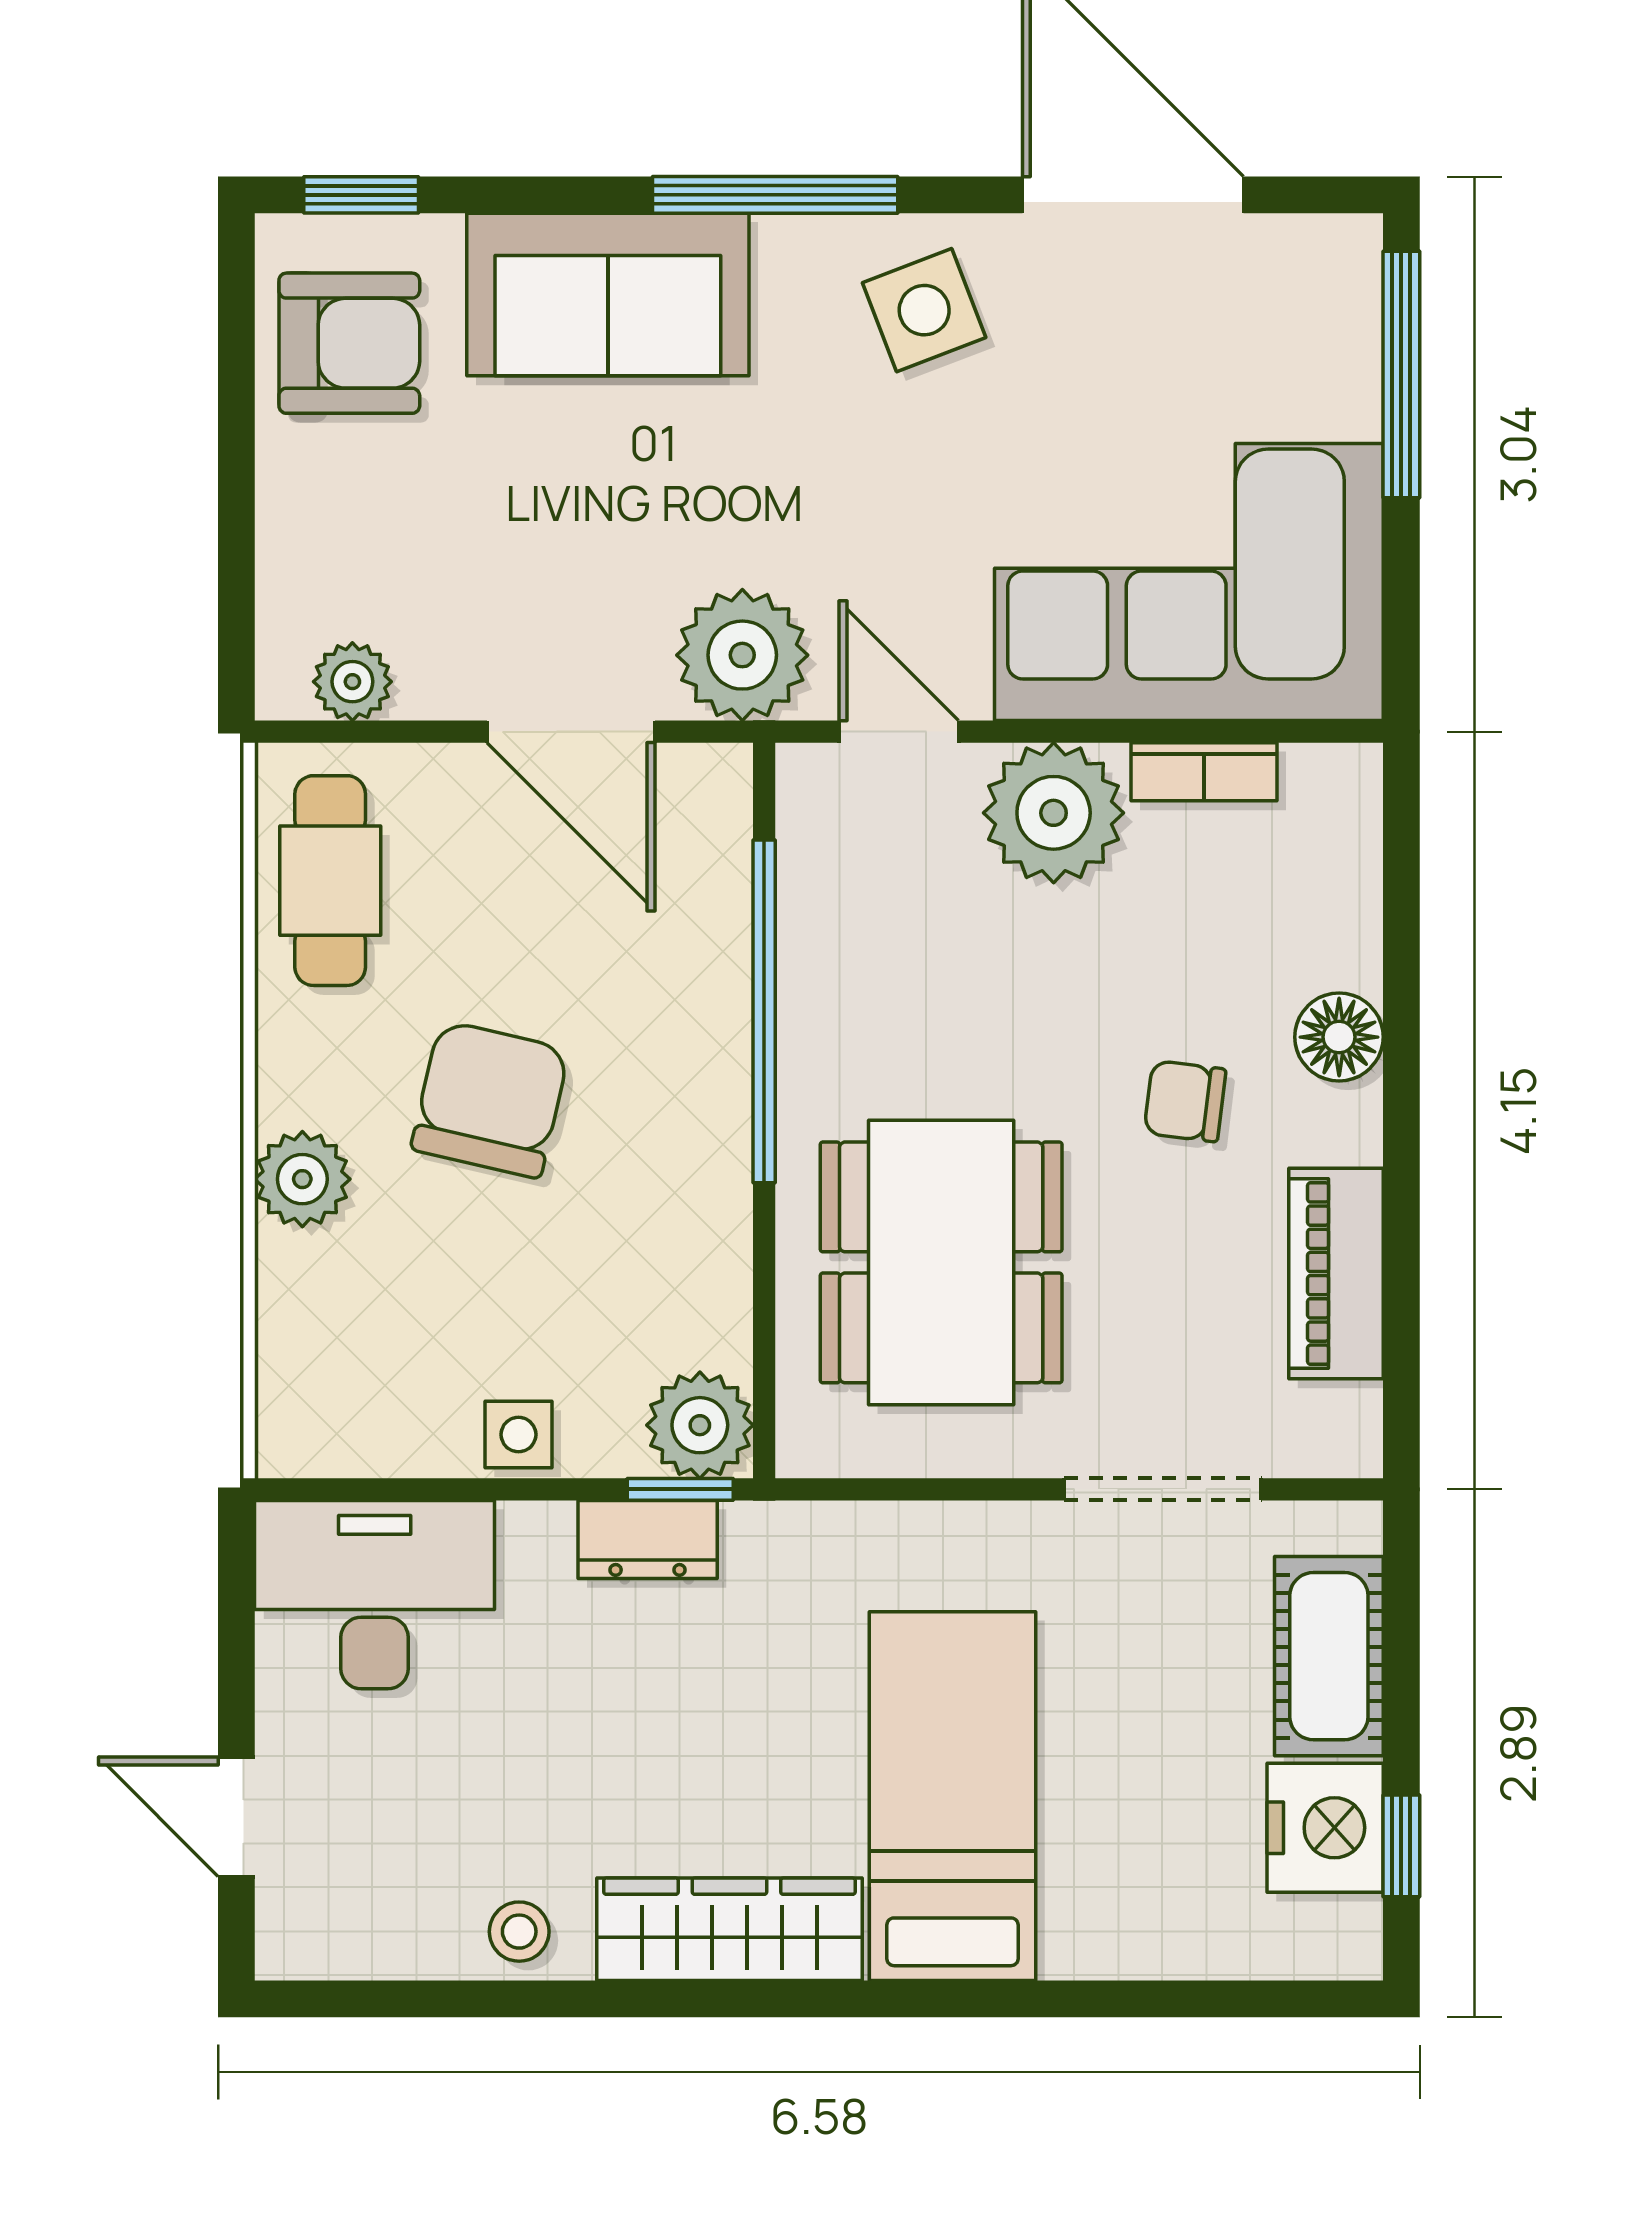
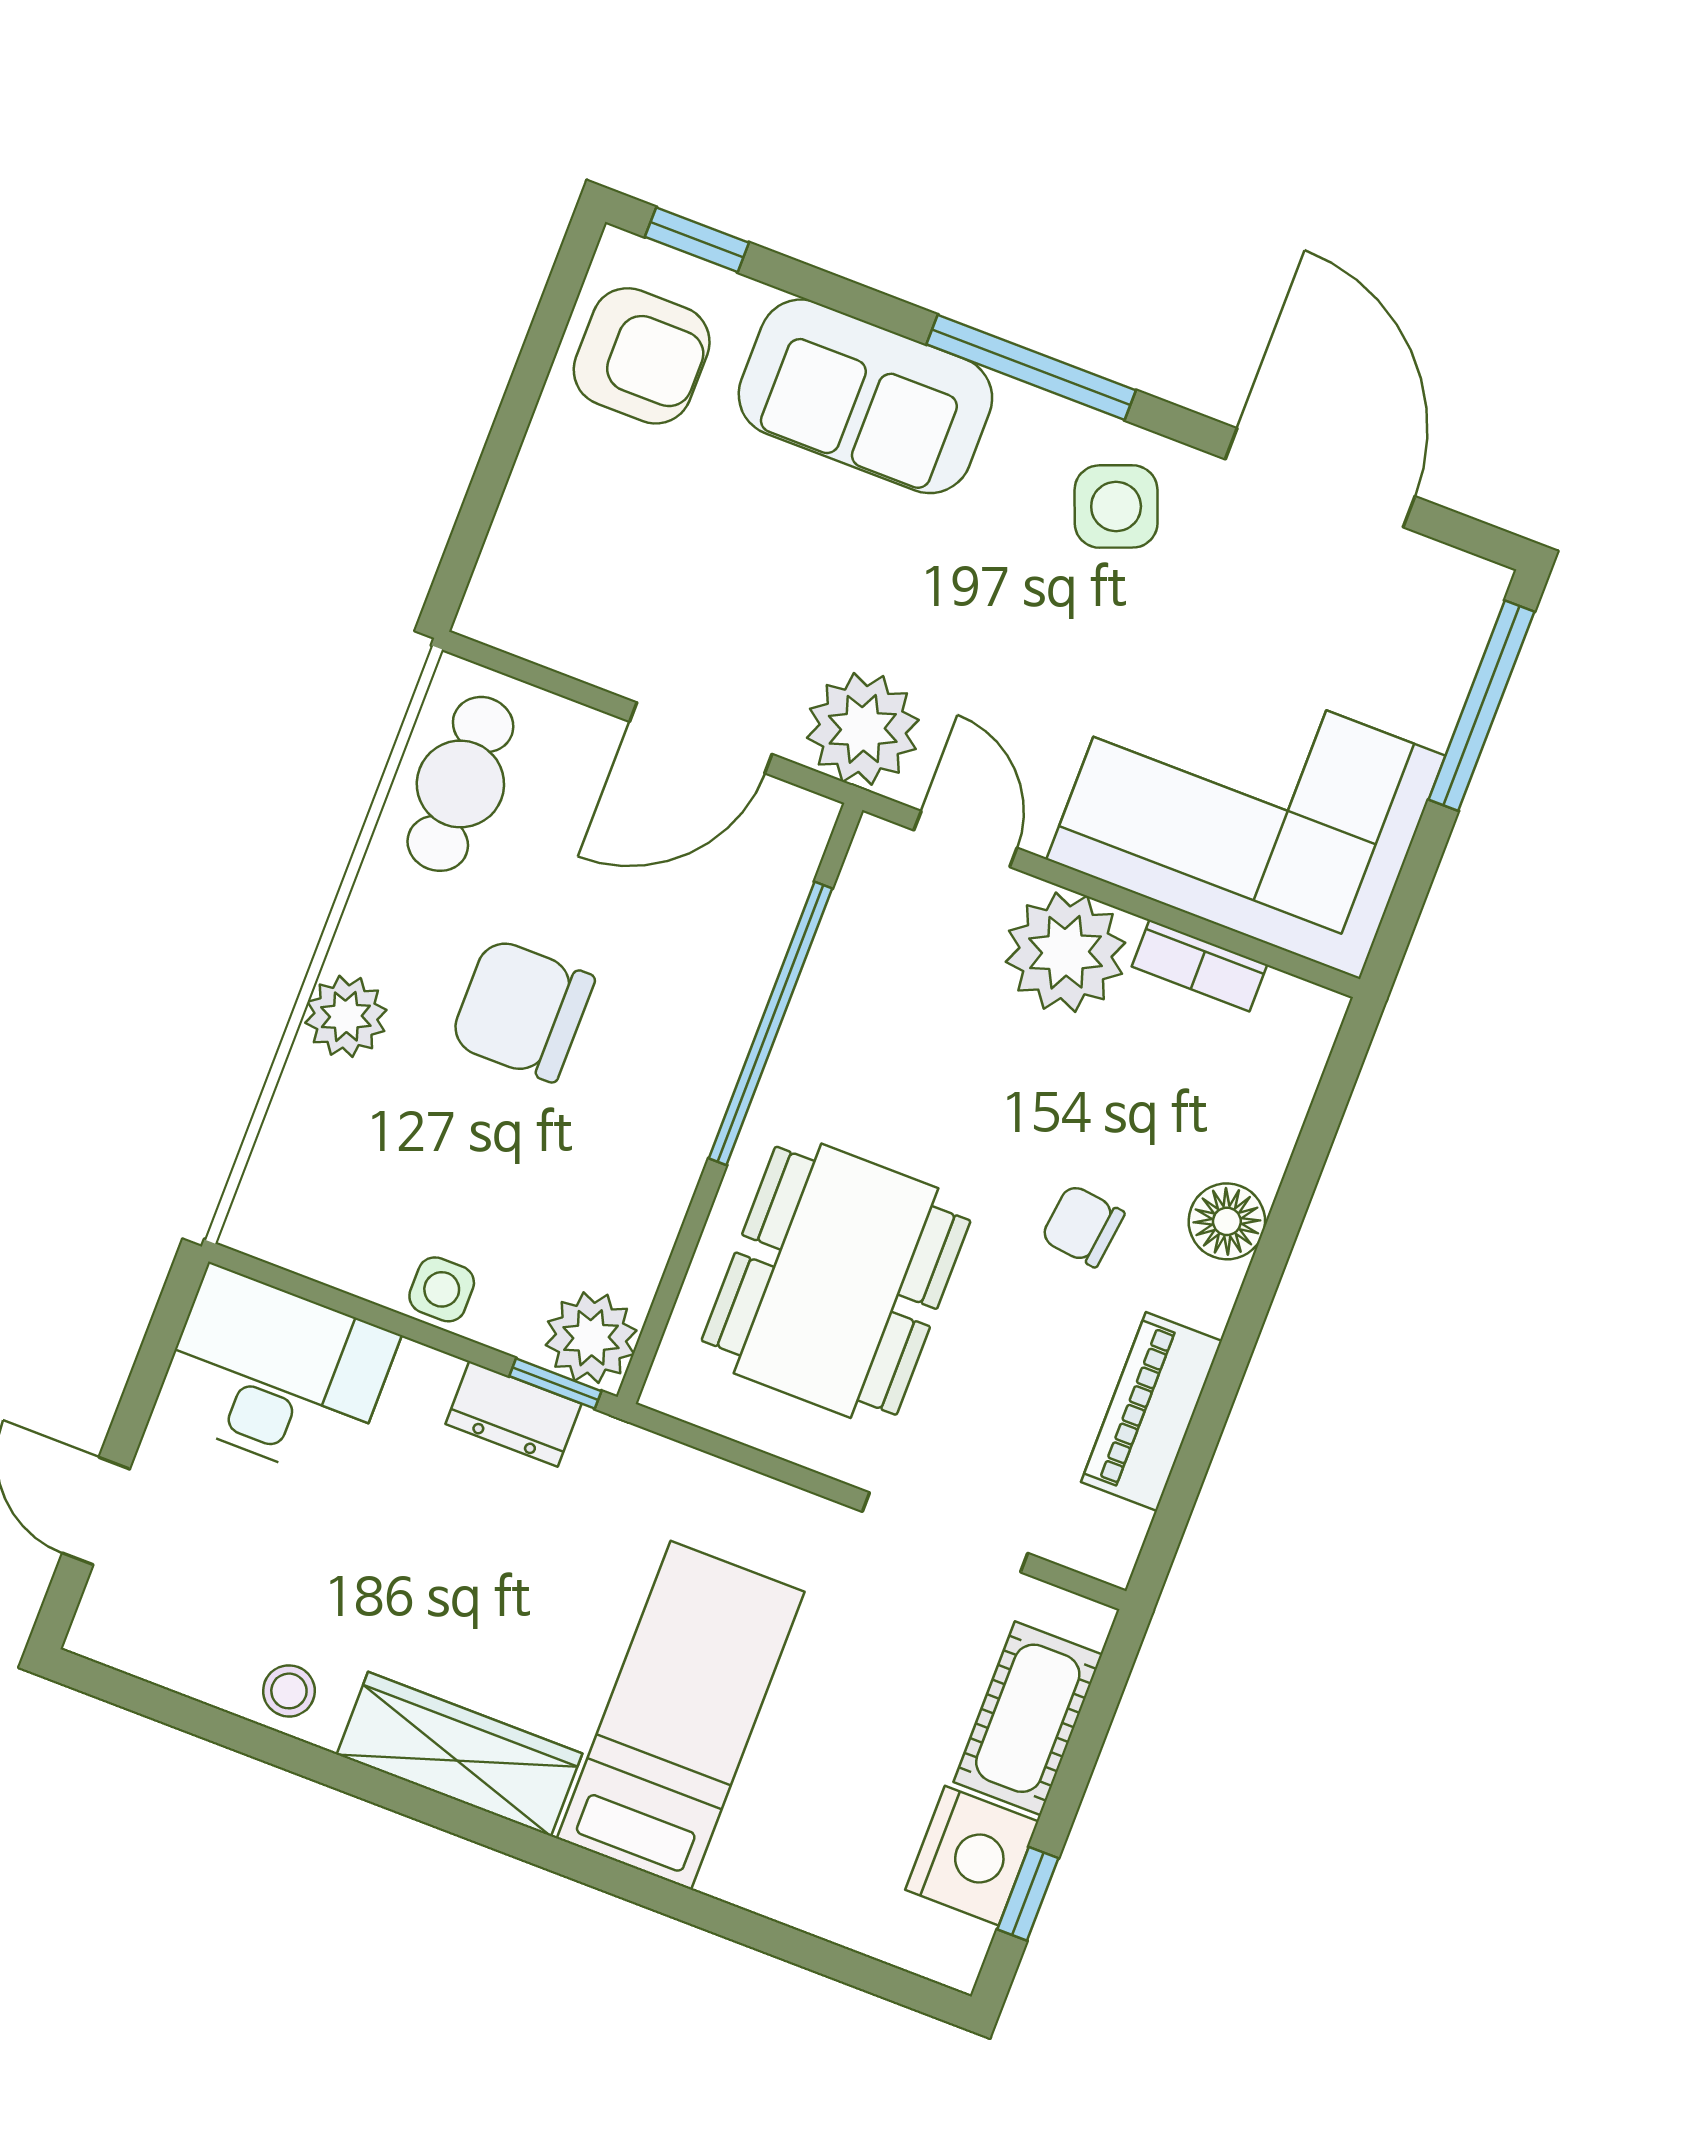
plant: (352, 682) -> (540, 630), removed
door: (571, 732) -> (701, 738), hinge flipped
chair: (490, 1099) -> (522, 1010), turned -103

